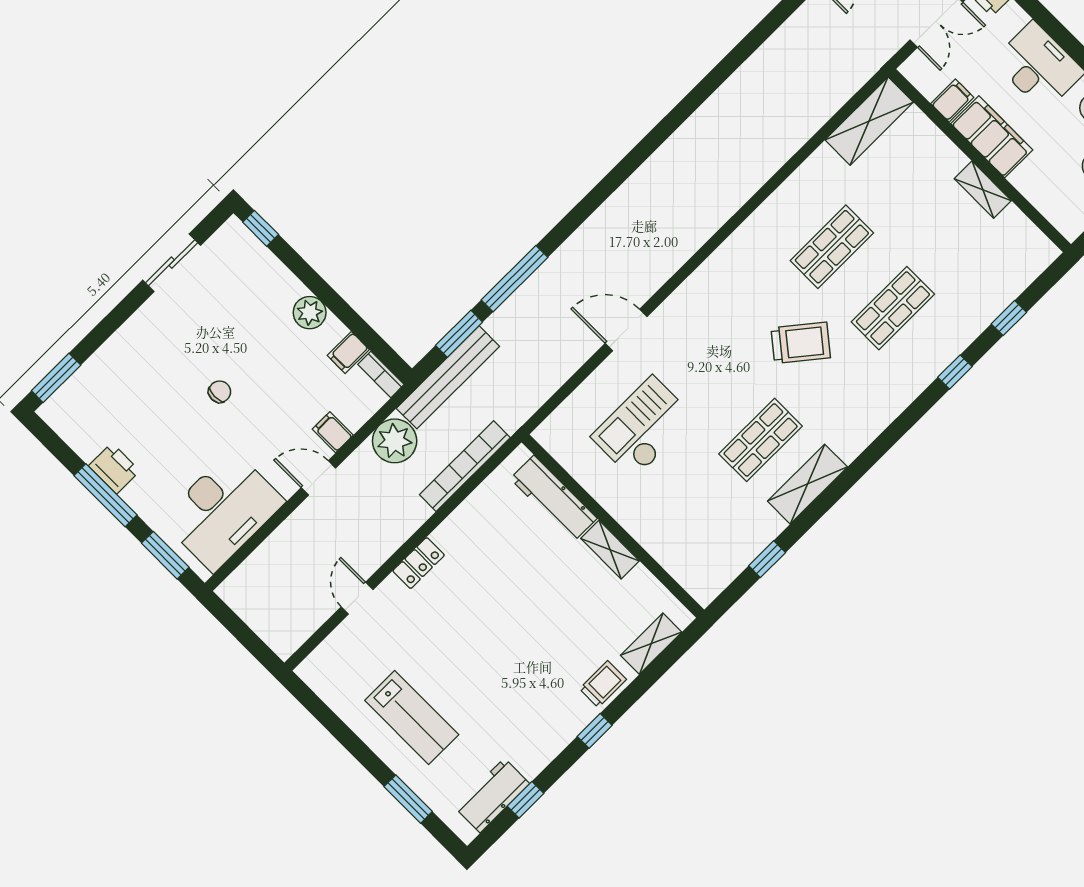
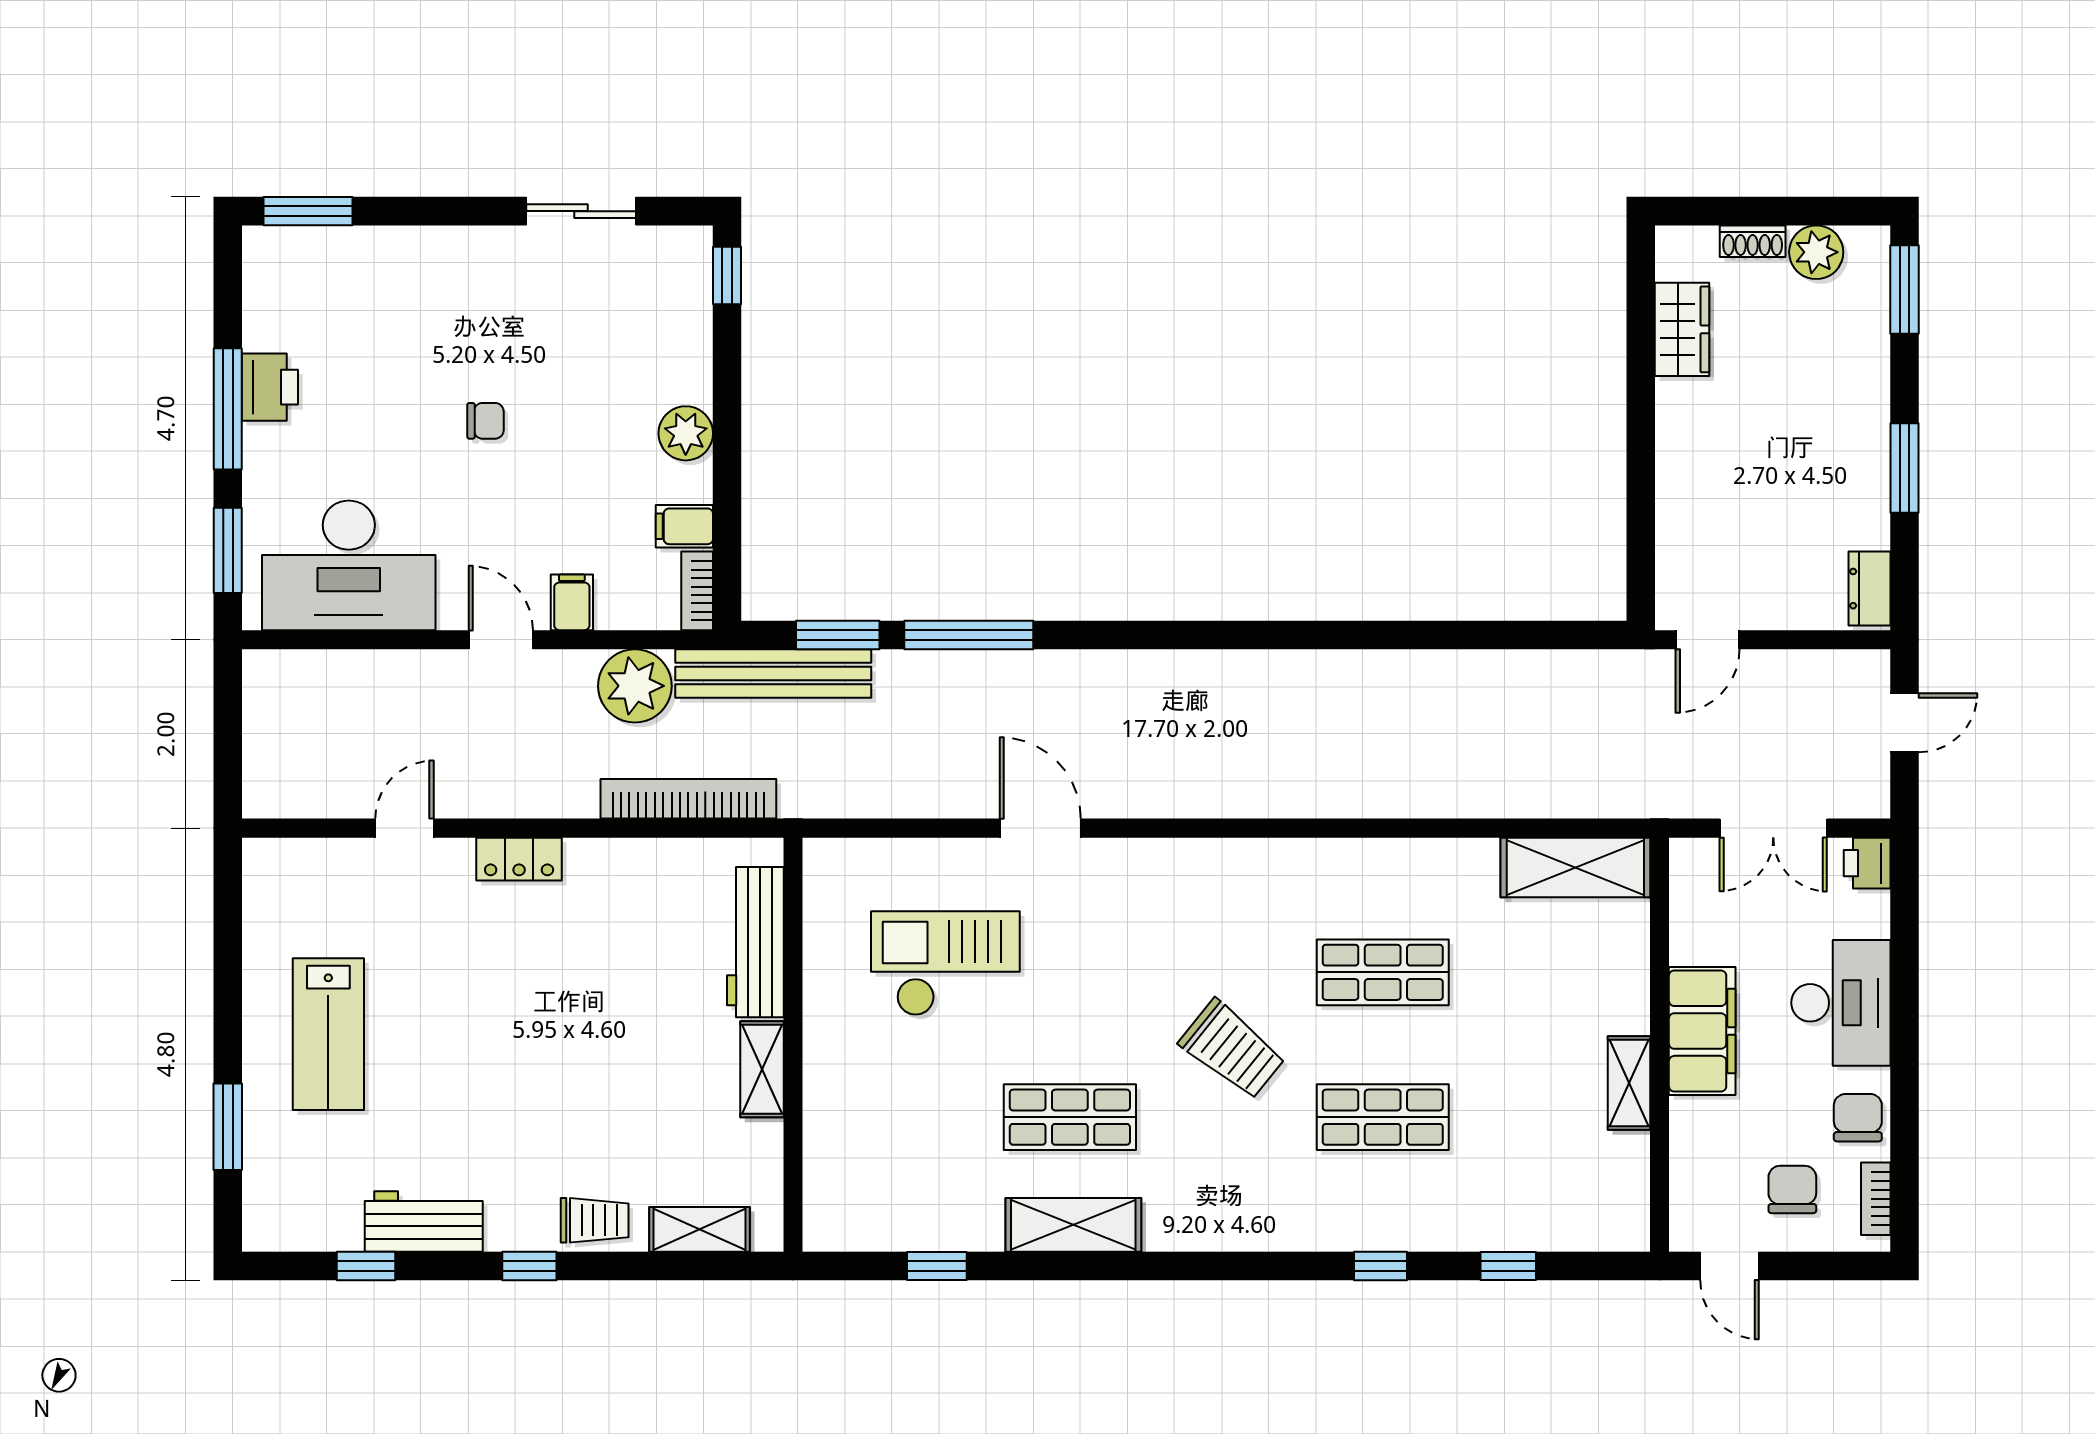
filing cabinet: (952, 100) -> (1698, 941), removed
workbench: (492, 795) -> (424, 1222), moved

